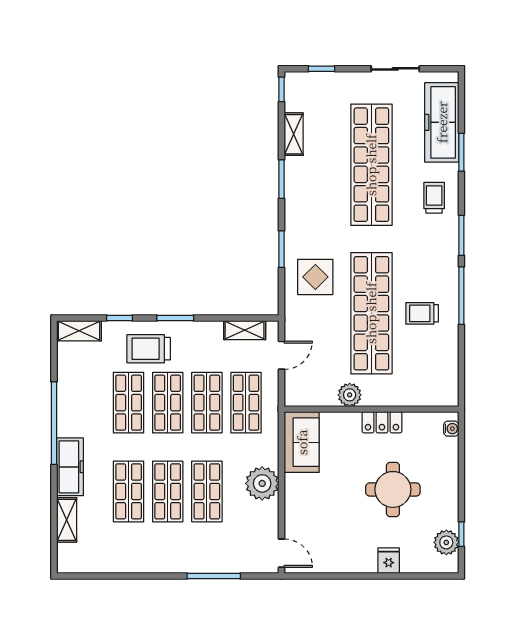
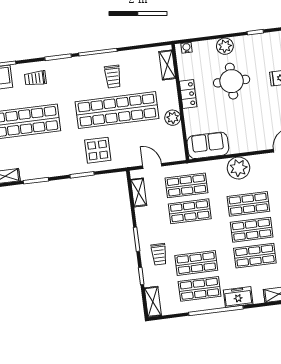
trolley: (149, 349) -> (159, 254), width x0.73, depth x0.72
shelving: (429, 397) -> (167, 65), added
shop shelf: (168, 403) -> (200, 289), moved
freezer: (70, 467) -> (238, 297), width x0.71
plant: (446, 542) -> (225, 46), moved

